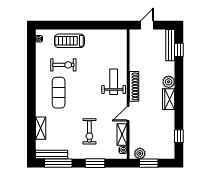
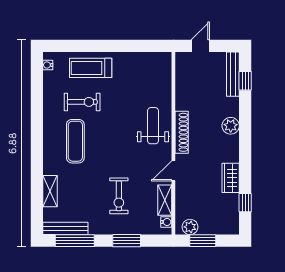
wardrobe: (169, 99) -> (231, 178), moved

